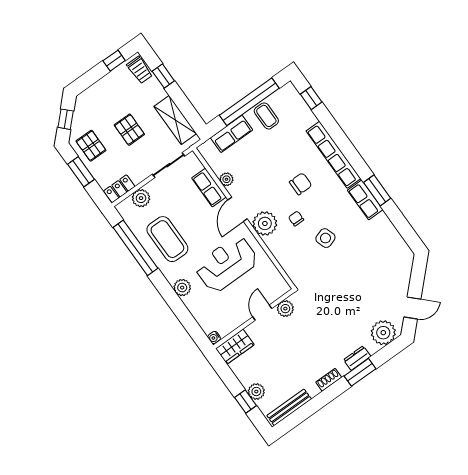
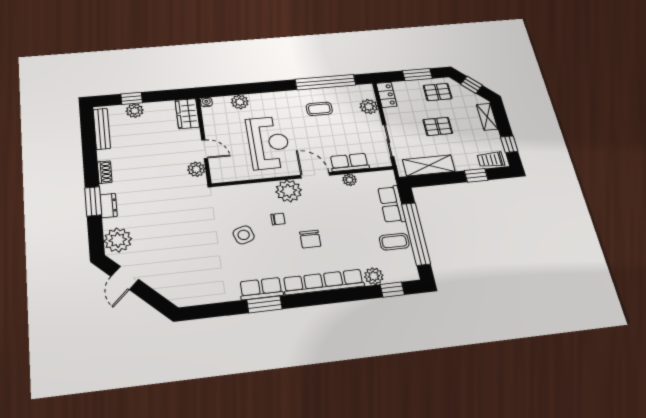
shelving: (95, 91) -> (487, 117), added
plant: (307, 118) -> (374, 276), added
coffee table: (167, 239) -> (319, 109), width x0.54, depth x0.58
plant: (182, 288) -> (240, 102), moved

